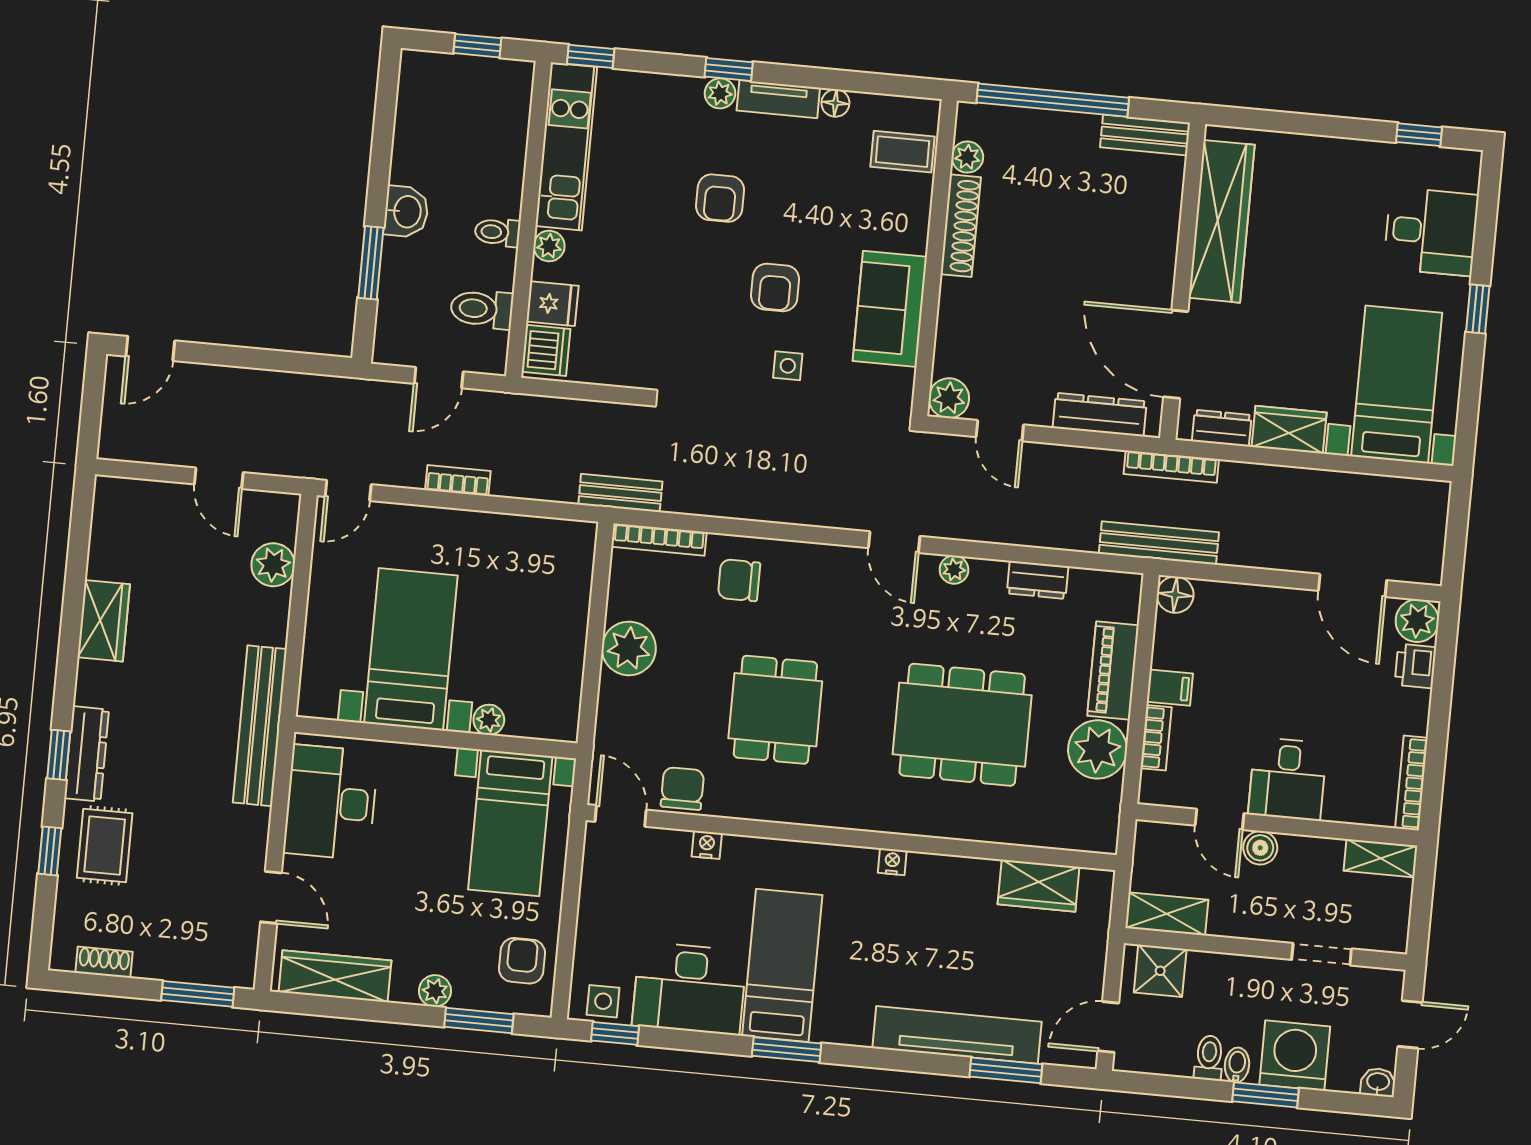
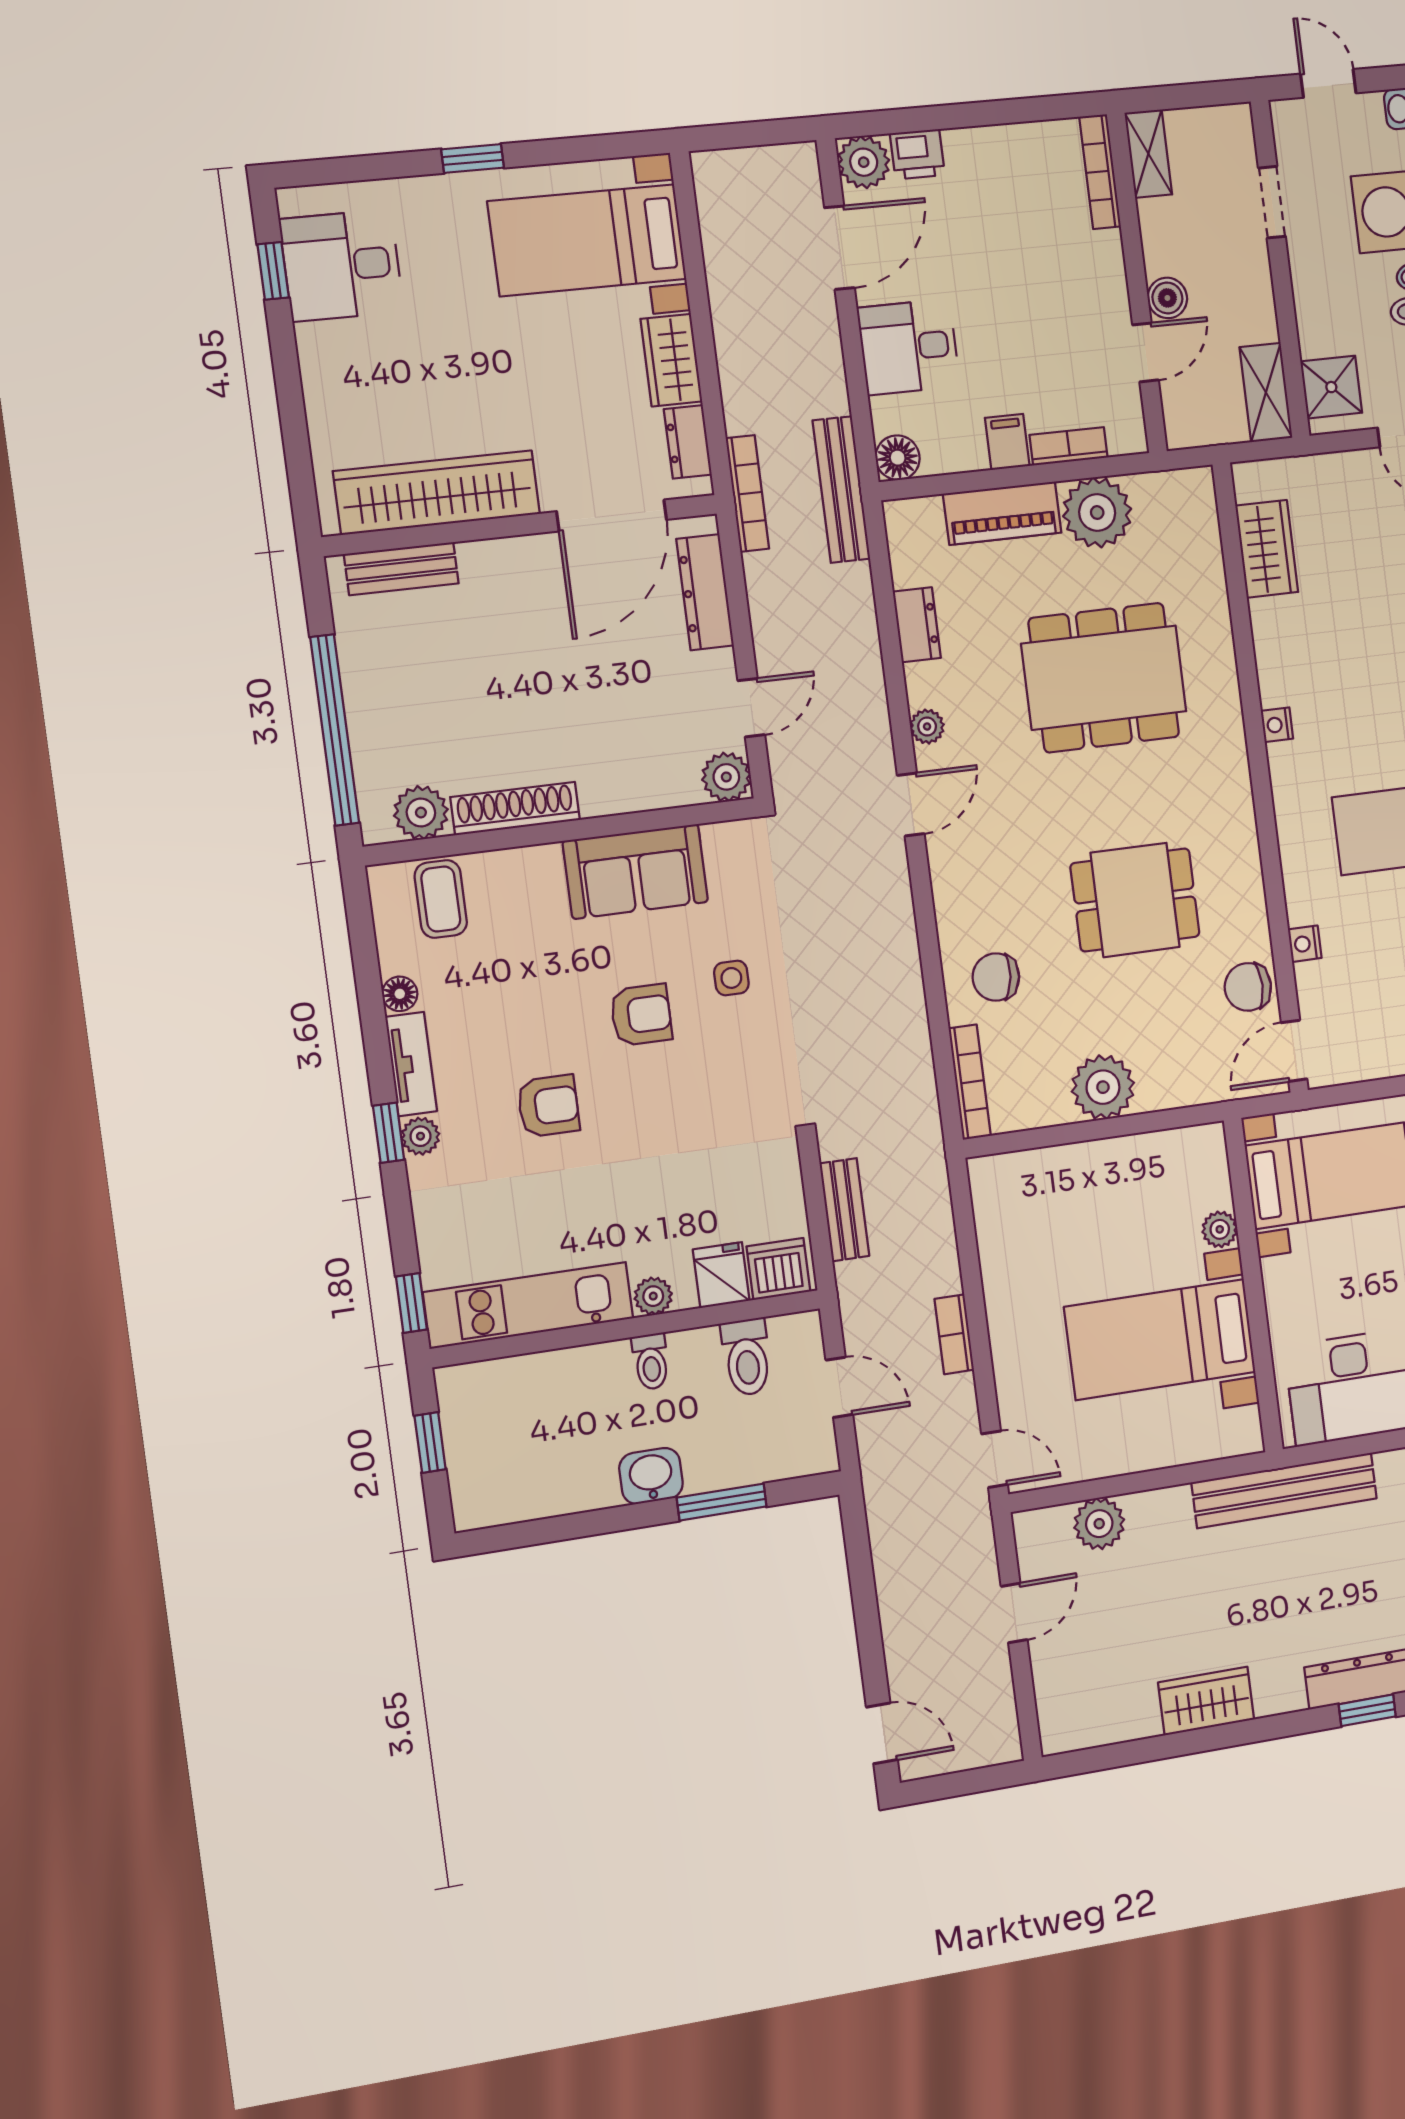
bench: (1145, 135) -> (401, 569), moved, turned 90
plant: (967, 157) -> (421, 813), width x1.38, depth x1.38
desk: (1431, 232) -> (342, 265), moved, turned -90
bench: (620, 493) -> (844, 1210), moved
chair: (739, 580) -> (996, 977), turned 97
dining table: (962, 725) -> (1104, 678), turned 90
desk: (1288, 779) -> (908, 347), moved, turned 180
bookcase: (1411, 783) -> (1100, 172), moved, turned 90

